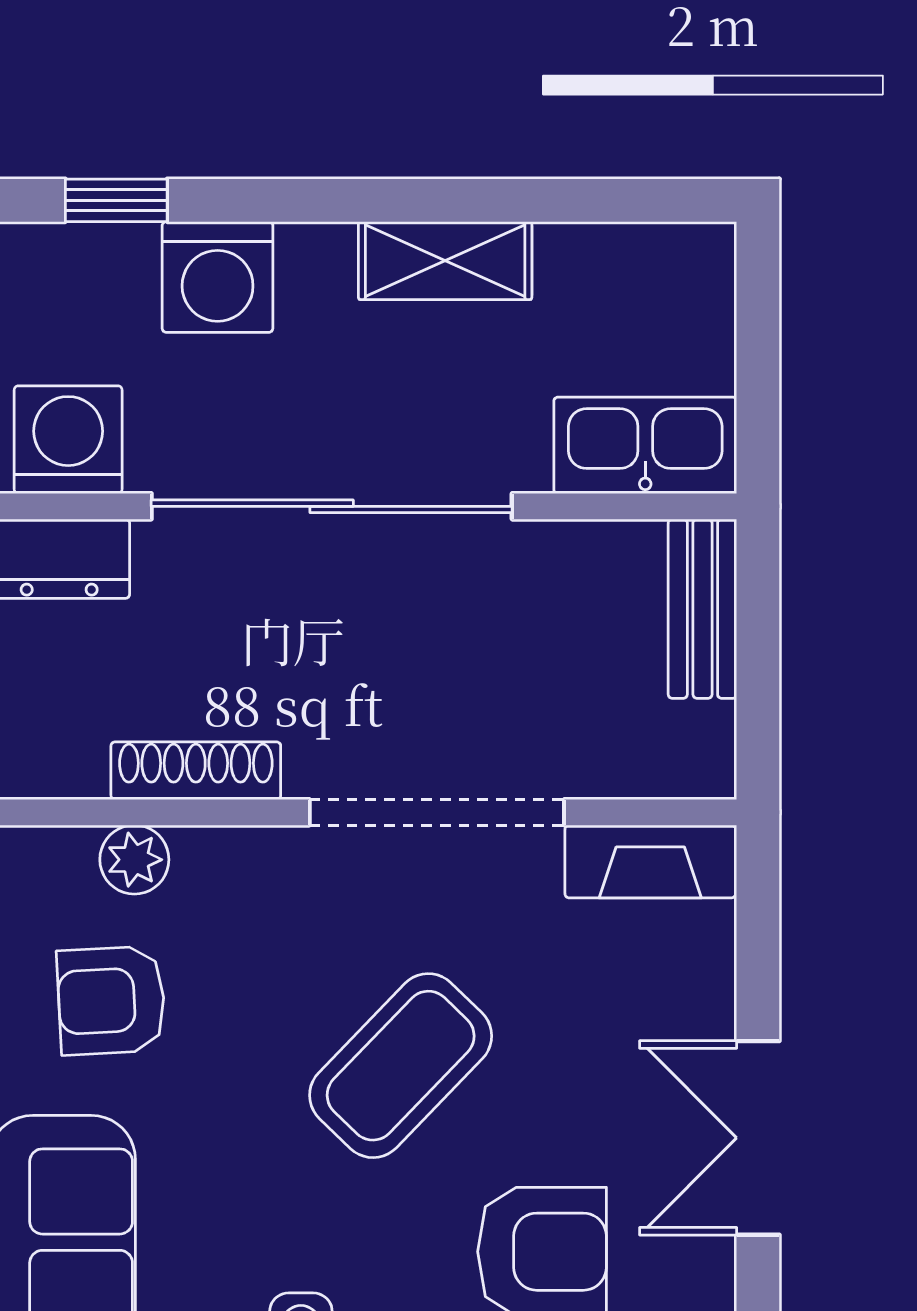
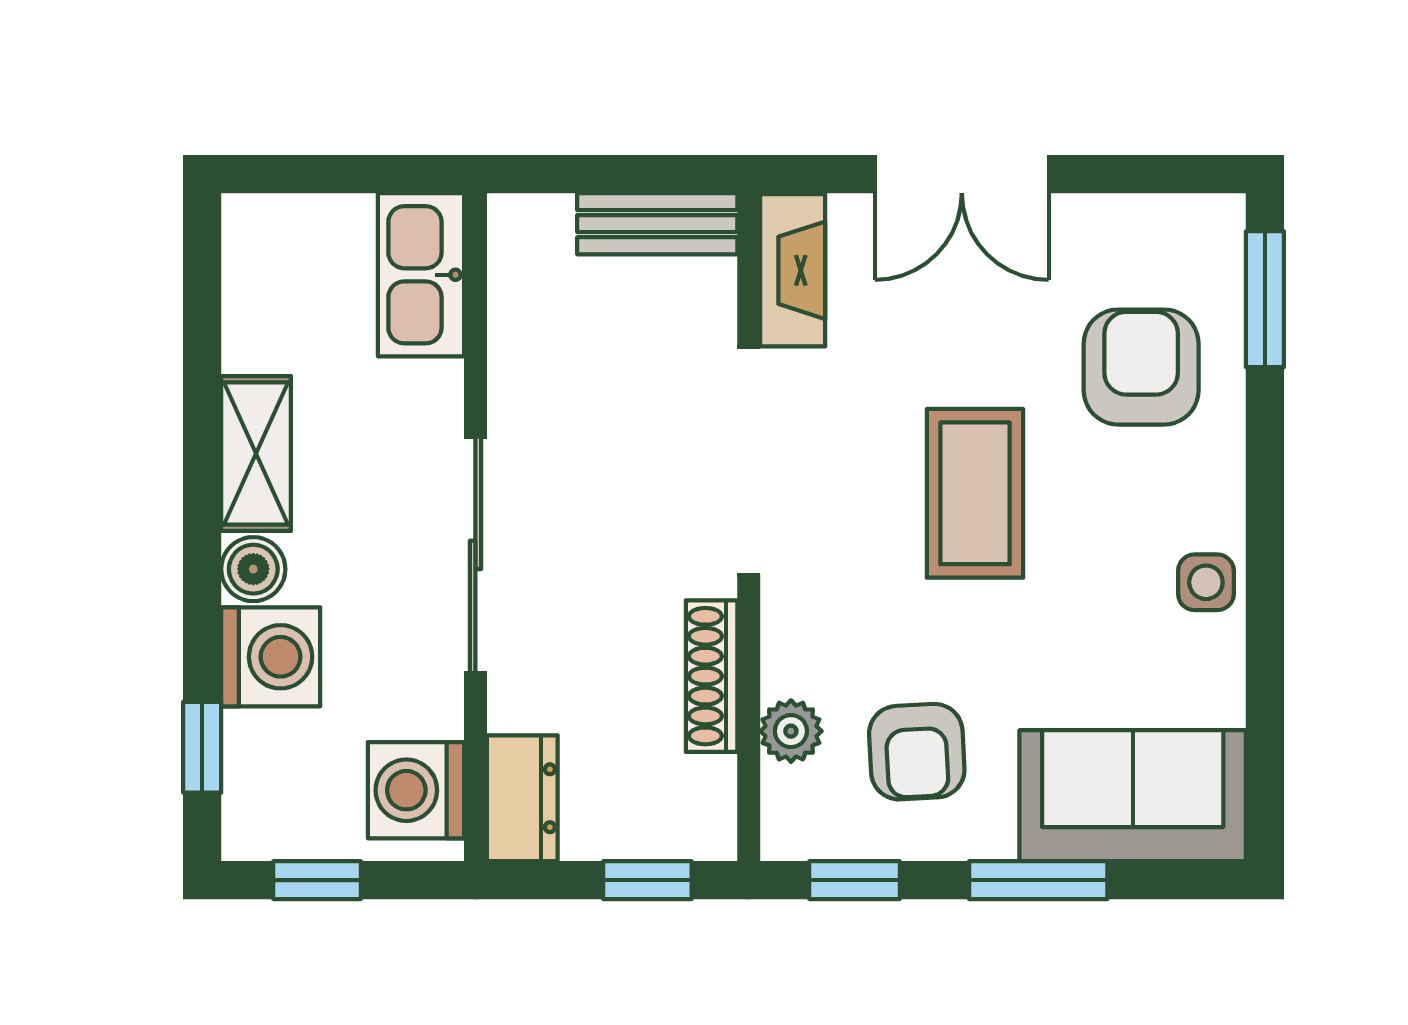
boiler: (316, 257) -> (253, 569), added
sliding door: (332, 506) -> (475, 555), width x0.73
bench: (702, 609) -> (657, 224), moved
coffee table: (401, 1066) -> (975, 493), turned 46
double door: (758, 1138) -> (962, 174), moved

